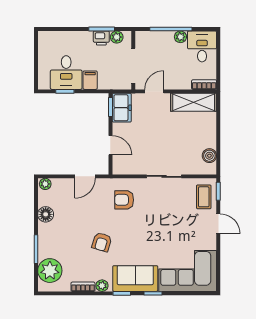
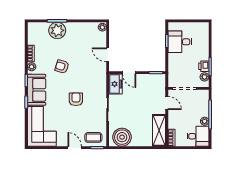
filing cabinet: (90, 80) -> (175, 58), removed
freezer: (122, 108) -> (115, 84), moved, turned -90
door: (110, 145) -> (129, 73), hinge flipped
boiler: (209, 156) -> (122, 137), width x1.86, depth x1.86
armchair: (124, 200) -> (76, 99), moved
floor lamp: (46, 214) -> (81, 28), removed
door: (218, 224) -> (75, 148), swing flipped
plant: (50, 271) -> (57, 30), moved

